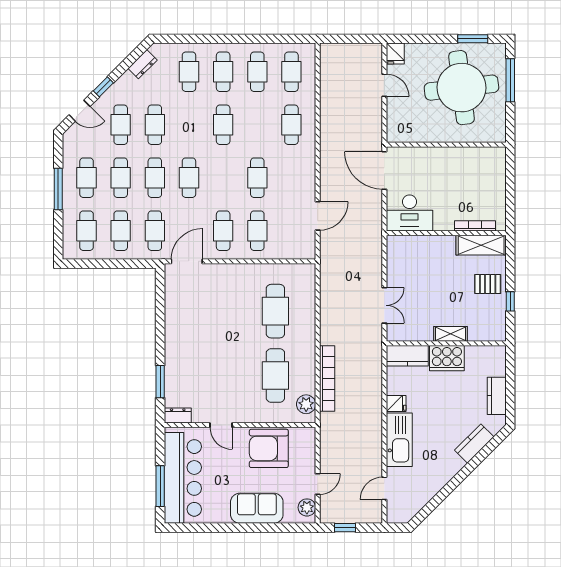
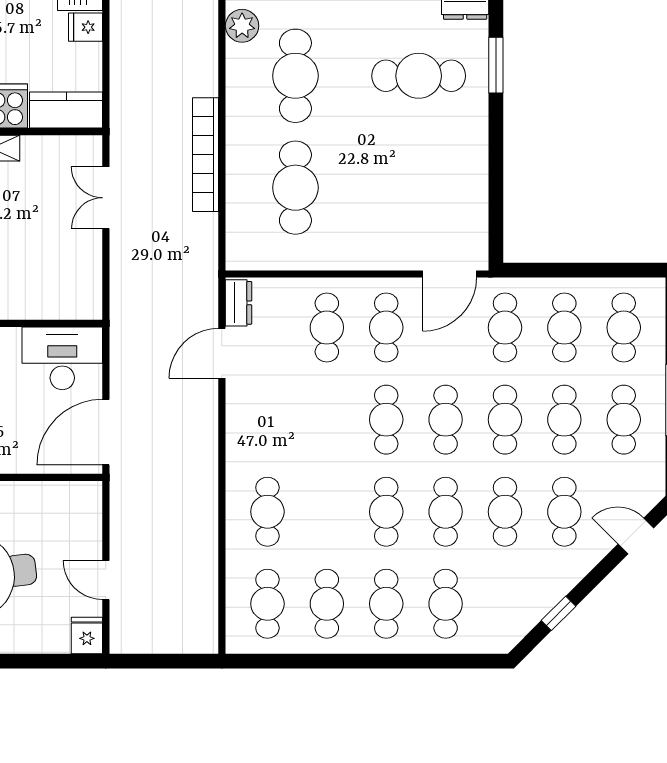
dresser: (143, 64) -> (239, 303), moved, turned 135
window: (103, 87) -> (559, 613), moved
cafe table: (189, 125) -> (446, 512), added
door: (384, 170) -> (106, 432), swing flipped
cafe table: (257, 178) -> (386, 420), moved
cafe table: (204, 375) -> (419, 76), added
bookcase: (327, 379) -> (206, 155), moved

